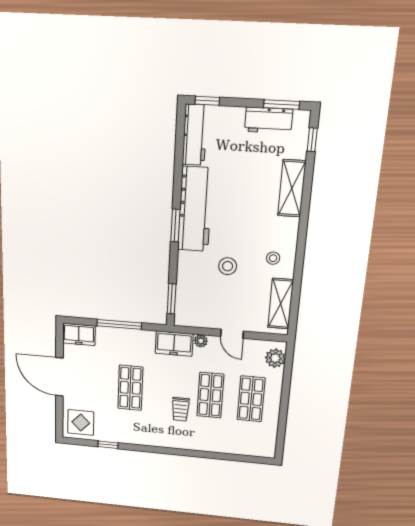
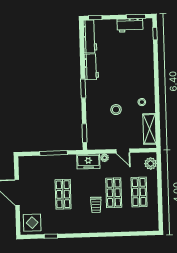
shelving: (292, 188) -> (147, 61), removed
workbench: (195, 209) -> (91, 67), width x0.53, depth x0.76
freezer: (79, 334) -> (29, 163), removed

